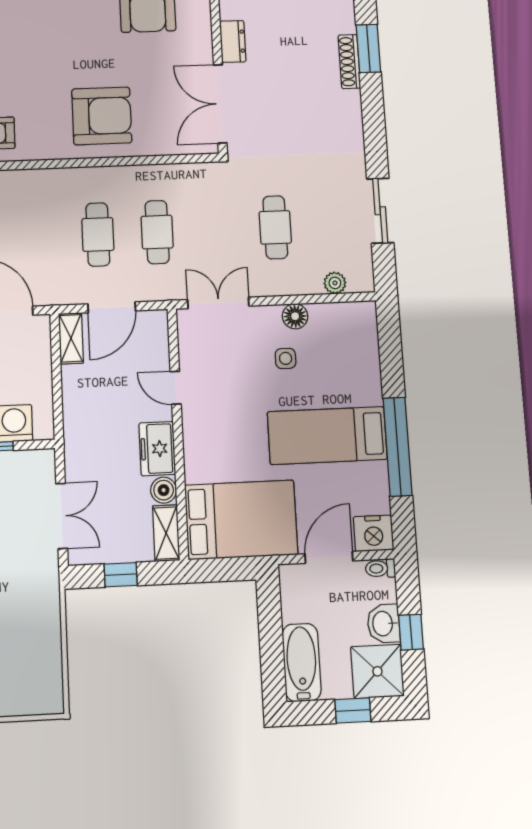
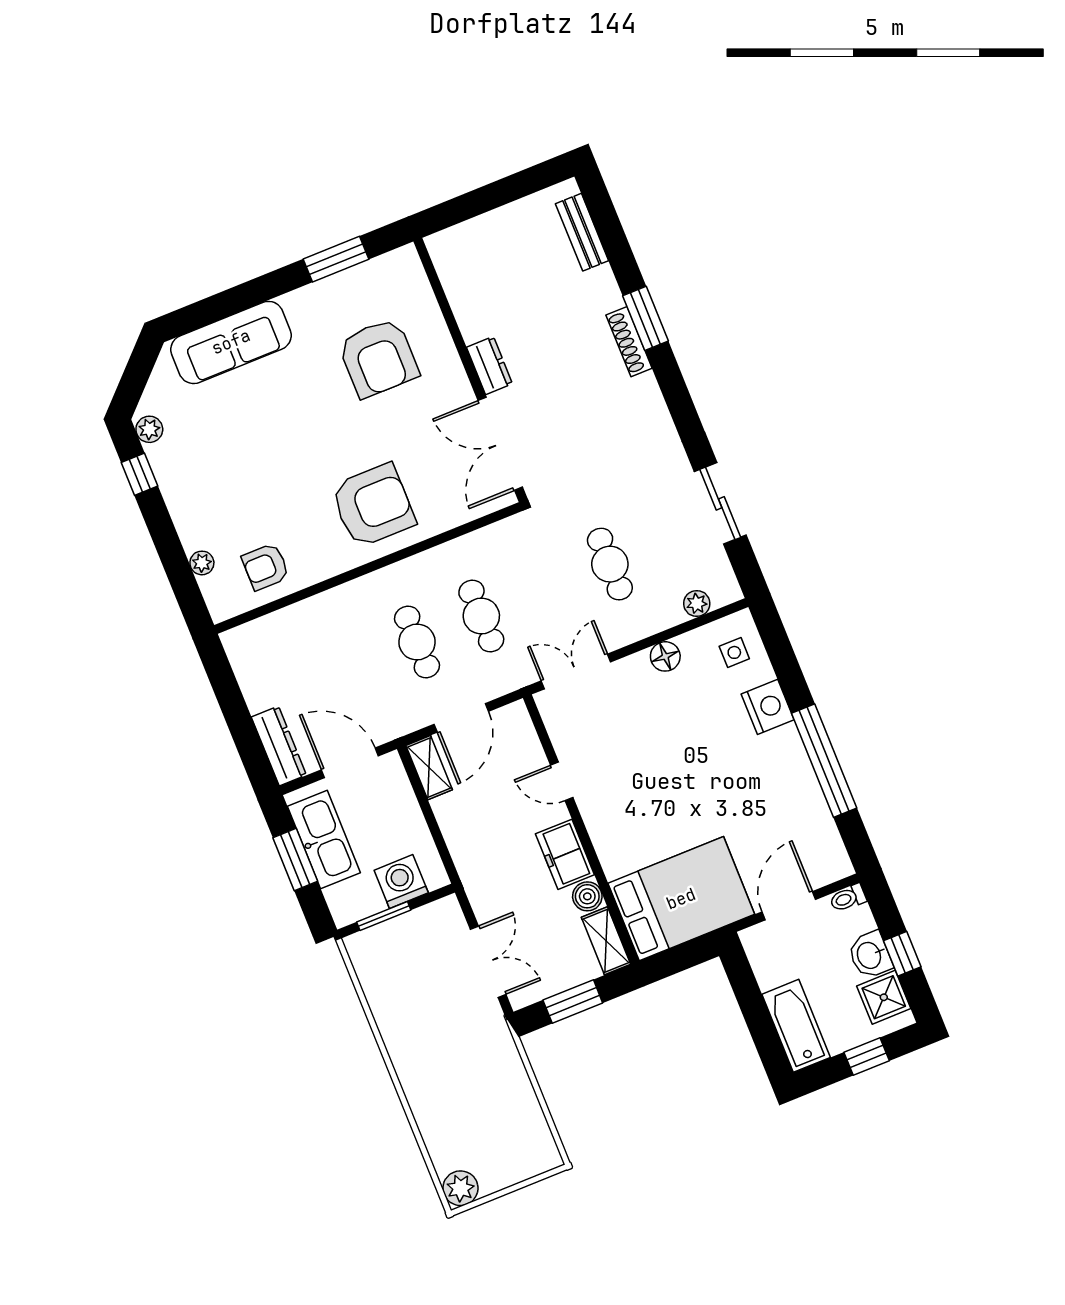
side table: (286, 358) -> (734, 652), moved
bed: (327, 436) -> (744, 775), removed
nightstand: (373, 533) -> (768, 707), moved, turned -90
window: (121, 575) -> (573, 1001), width x1.50
shower: (377, 671) -> (884, 997), width x0.73, depth x0.73

